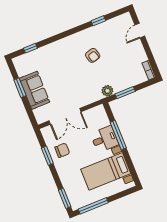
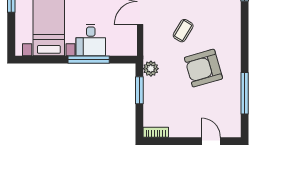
window: (98, 21) -> (245, 93), width x2.17
armchair: (93, 55) -> (203, 68), width x1.88, depth x1.88
coffee table: (73, 79) -> (183, 31), added

